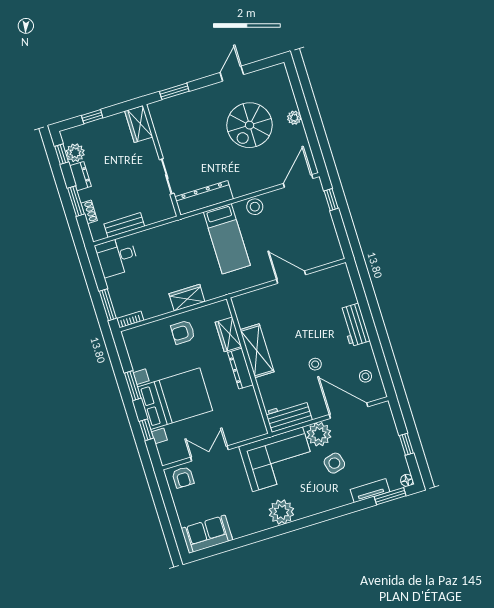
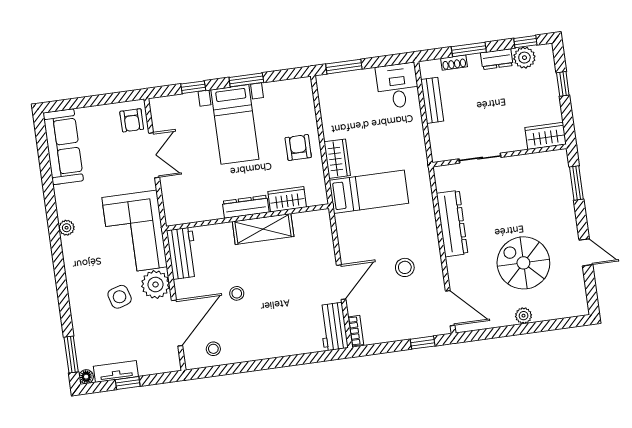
dresser: (204, 198) -> (452, 224), moved
stool: (255, 207) -> (405, 267), moved
bed: (227, 239) -> (369, 192), moved, turned 180
bookcase: (130, 320) -> (356, 331), moved
workbench: (355, 325) -> (333, 327), moved, turned -90
bed with nightstands: (175, 399) -> (235, 124), width x0.73
armchair: (183, 477) -> (132, 120), turned -90
tv unit: (370, 491) -> (116, 371), moved, turned -90
plant: (281, 512) -> (67, 228), width x0.53, depth x0.53
sofa: (207, 534) -> (63, 147), width x1.36

